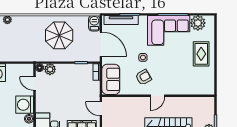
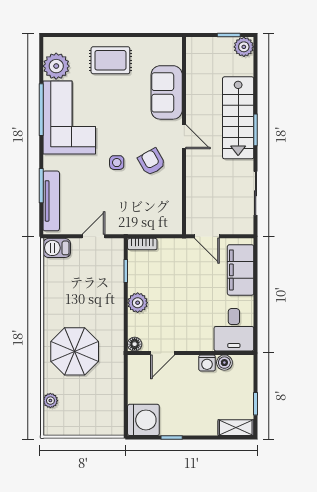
parasol: (59, 35) -> (75, 351), moved
door: (101, 44) -> (94, 236), width x0.53
plant: (50, 69) -> (138, 303), moved
sofa: (111, 79) -> (167, 92), moved, turned -90
washing machine: (25, 105) -> (207, 363), width x0.53, depth x0.53
door: (101, 109) -> (207, 236), hinge flipped

